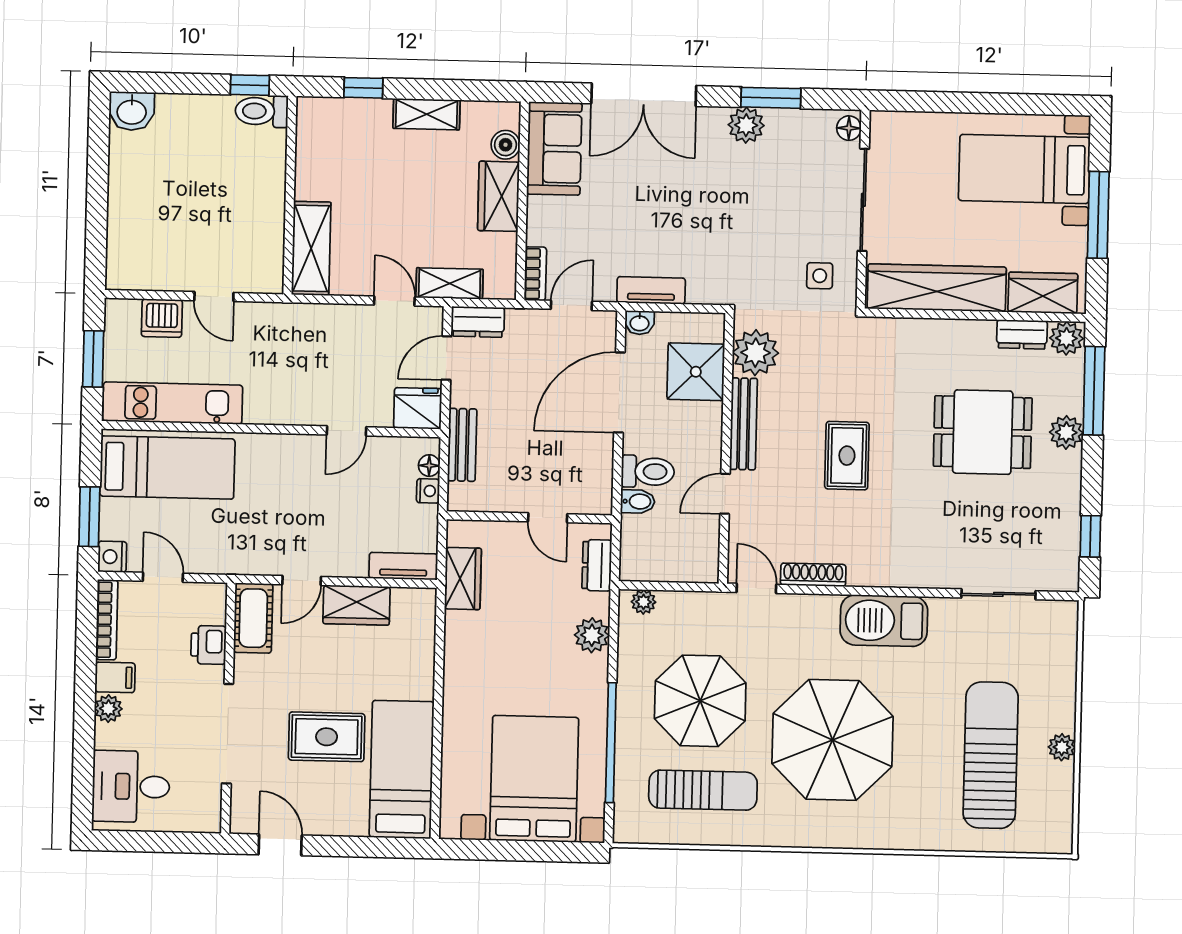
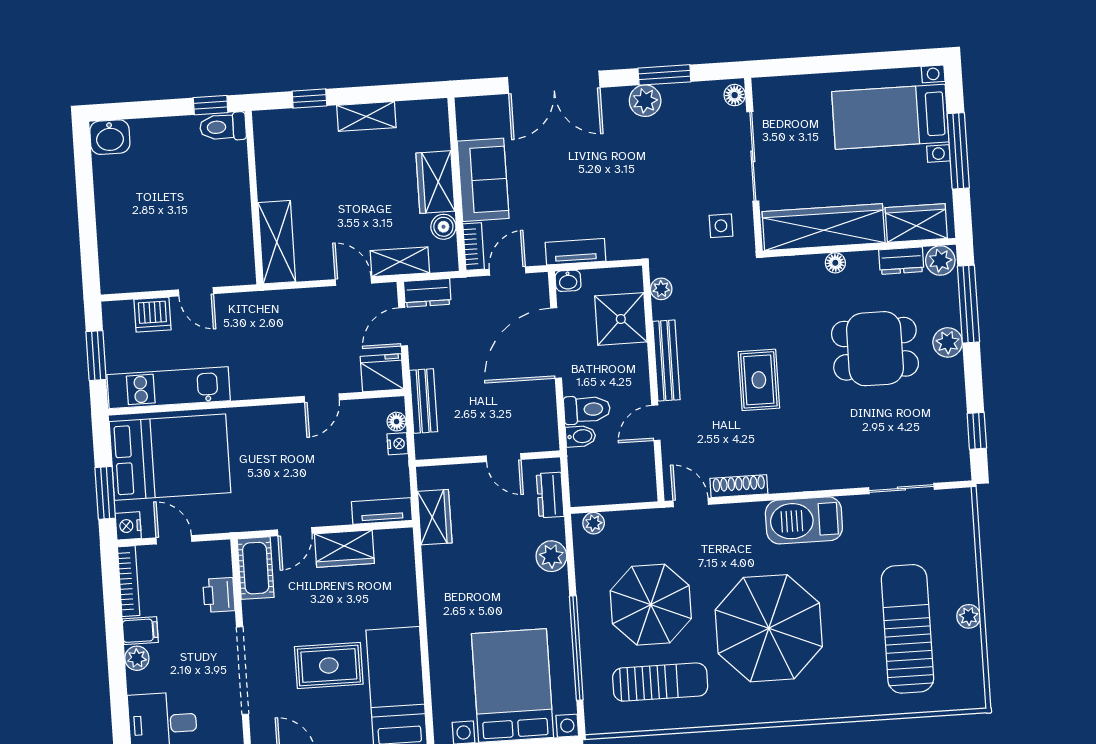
boiler: (506, 145) -> (443, 227), moved
sofa: (554, 149) -> (483, 180), moved
floor lamp: (946, 330) -> (835, 263), added
plant: (756, 353) -> (661, 289), width x0.53, depth x0.53
bed: (167, 468) -> (170, 457), width x1.50

